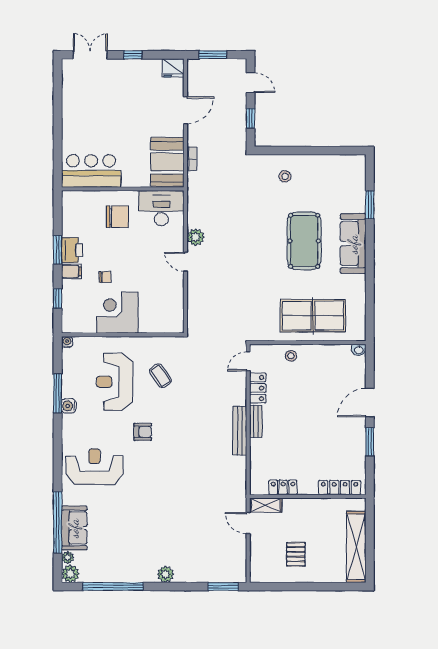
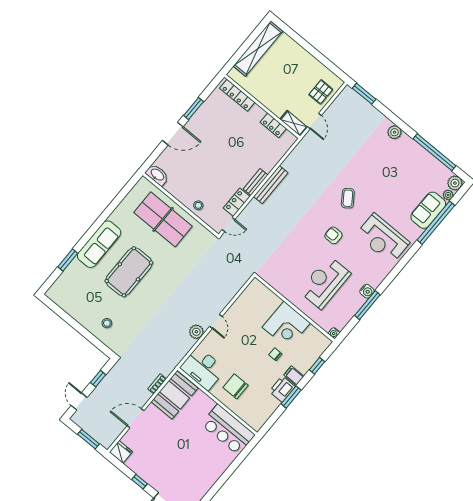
washbasin: (359, 350) -> (157, 175), width x1.91, depth x1.45
coffee table: (160, 376) -> (348, 198), moved
reception desk: (115, 382) -> (325, 282), turned 180
pallet: (296, 554) -> (321, 92), moved

